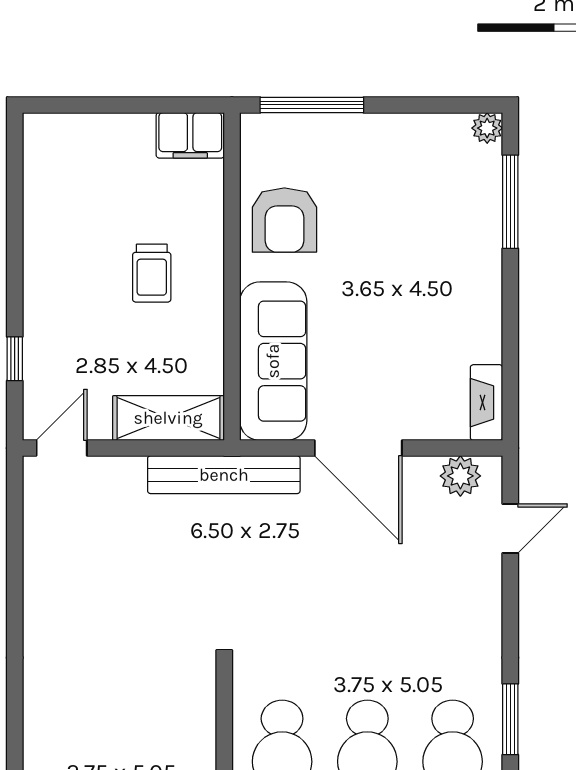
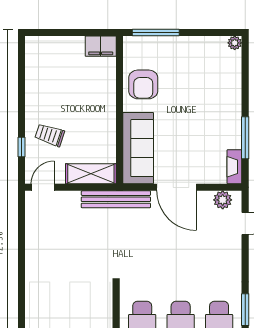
window: (510, 202) -> (245, 138), moved
trolley: (152, 273) -> (50, 135), moved, turned 108

